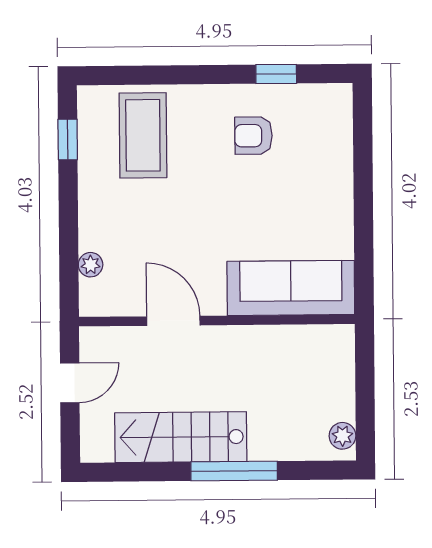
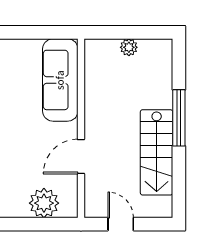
plant: (91, 265) -> (44, 203), width x1.88, depth x1.88
plant: (342, 436) -> (129, 47), moved

